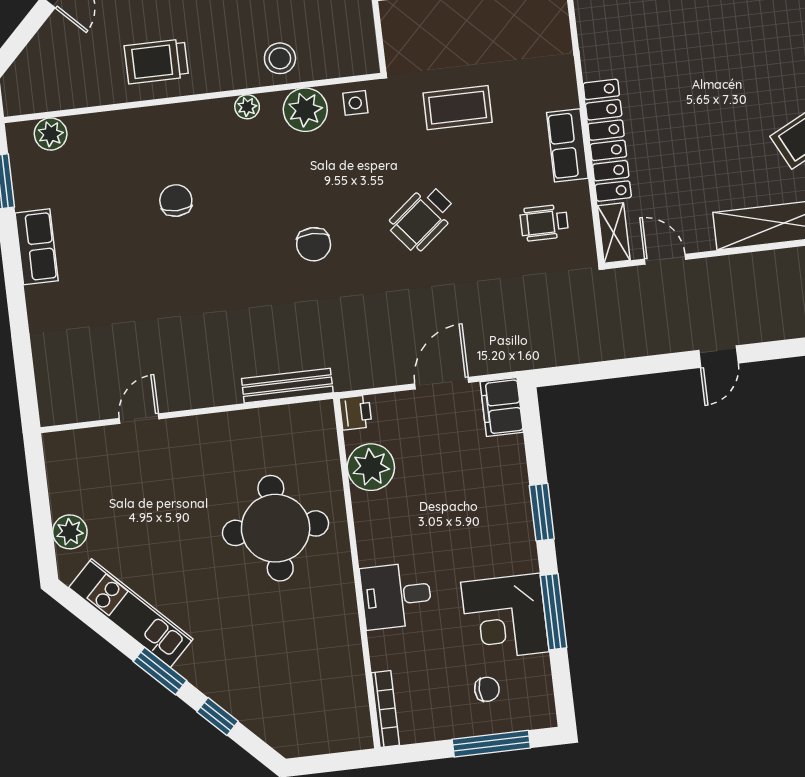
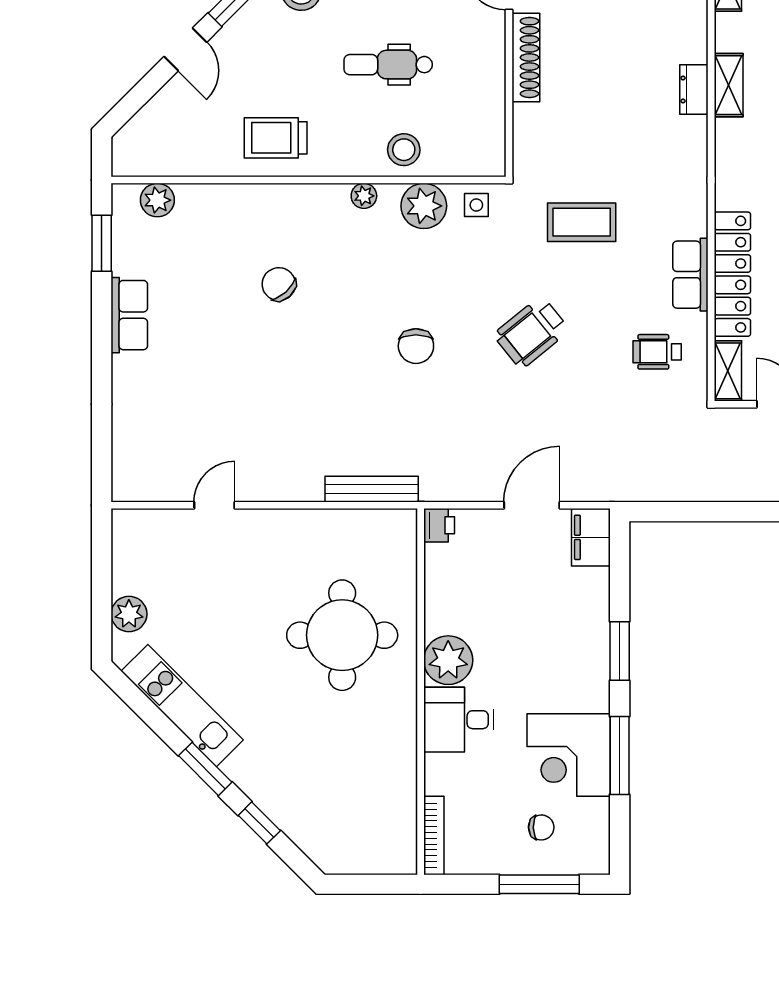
chair: (176, 201) -> (279, 284), turned -42
plant: (371, 467) -> (448, 660), moved

